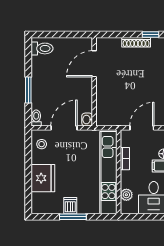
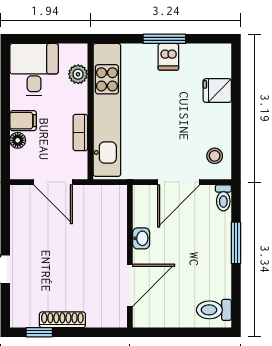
washbasin: (87, 120) -> (141, 238), moved
door: (142, 128) -> (53, 182), hinge flipped
fridge: (43, 178) -> (217, 91), width x0.53, depth x0.75

